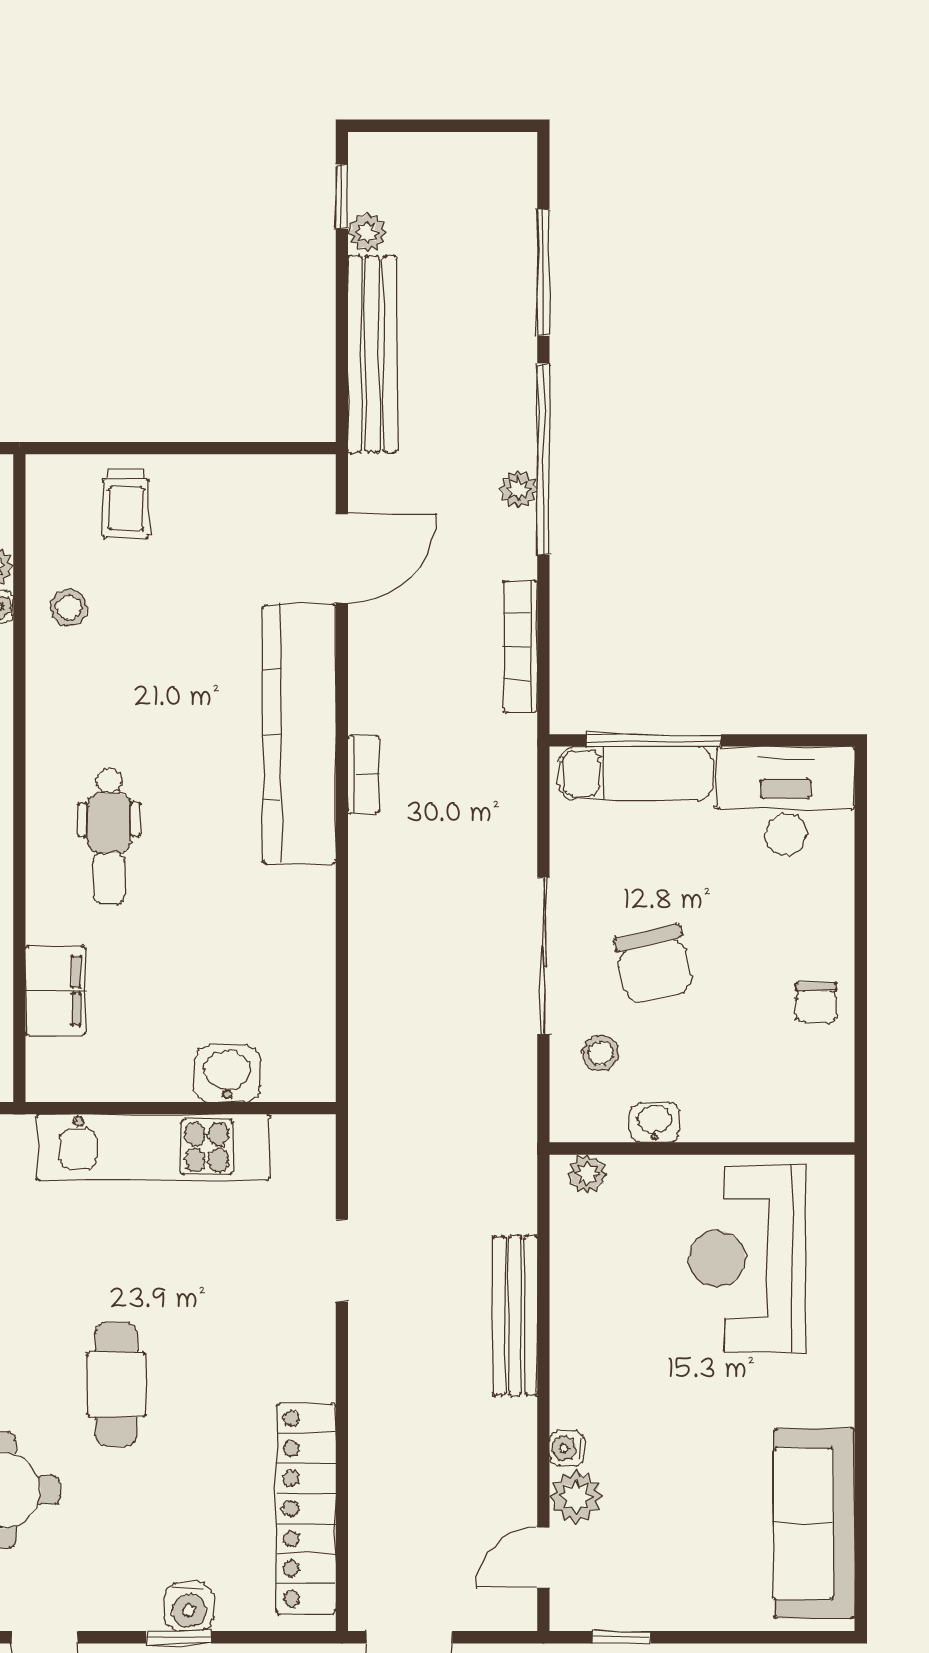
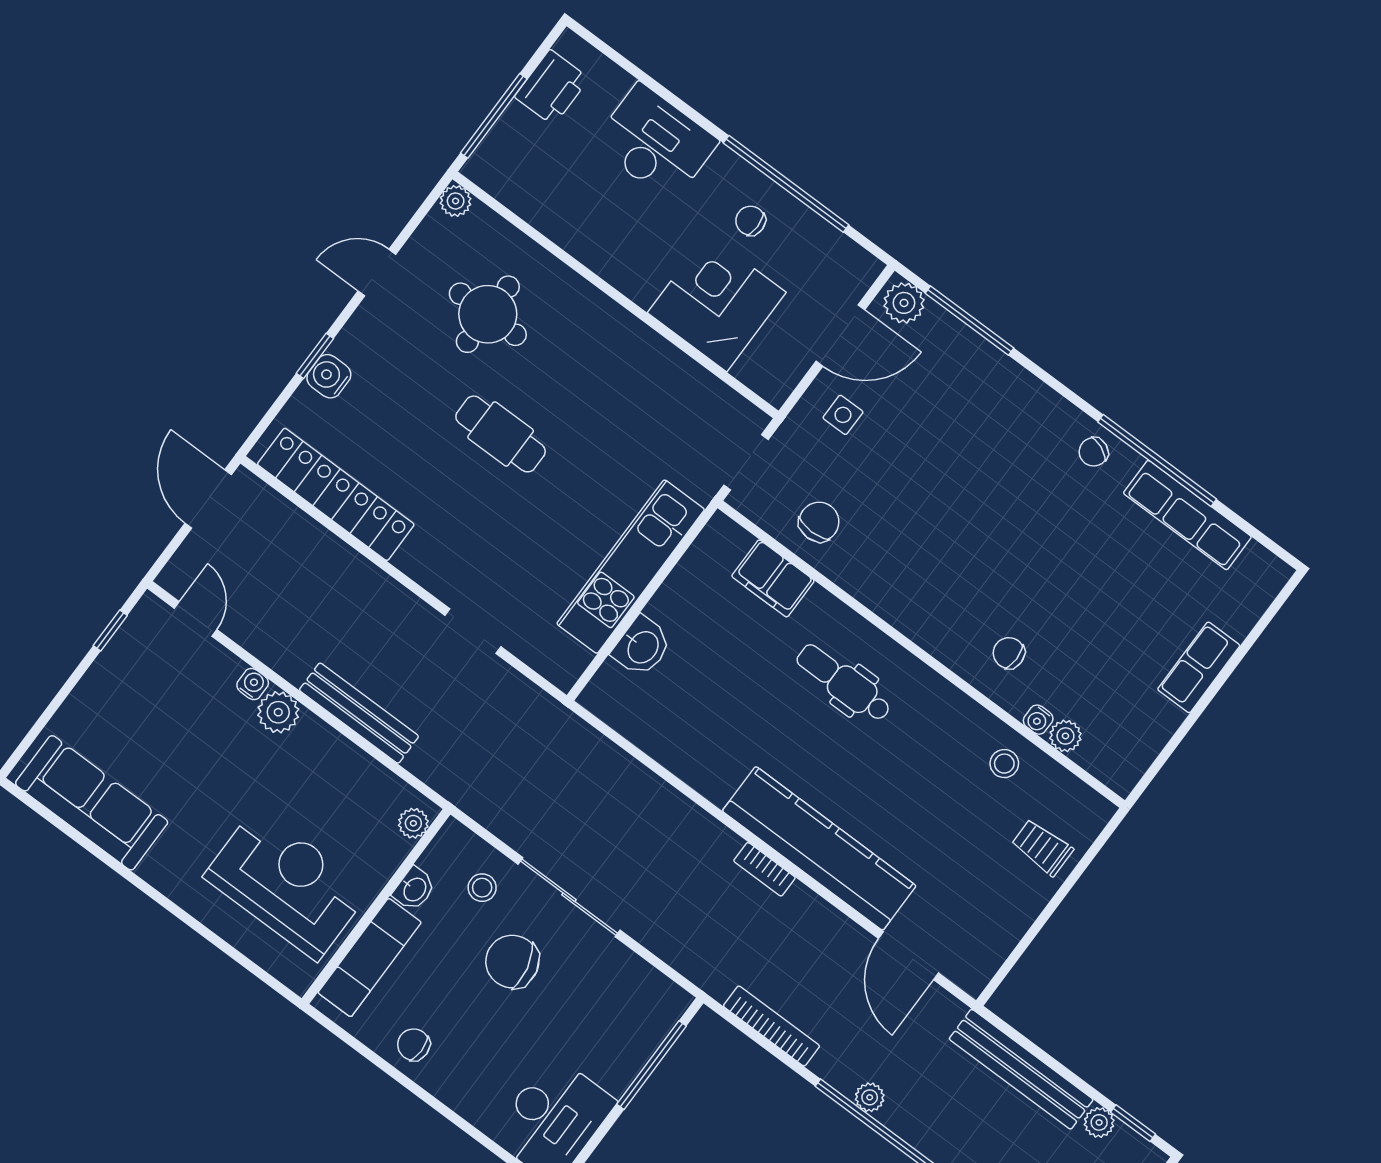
exam couch: (636, 773) -> (370, 958), moved, turned 180
plant: (576, 1497) -> (278, 712), moved

